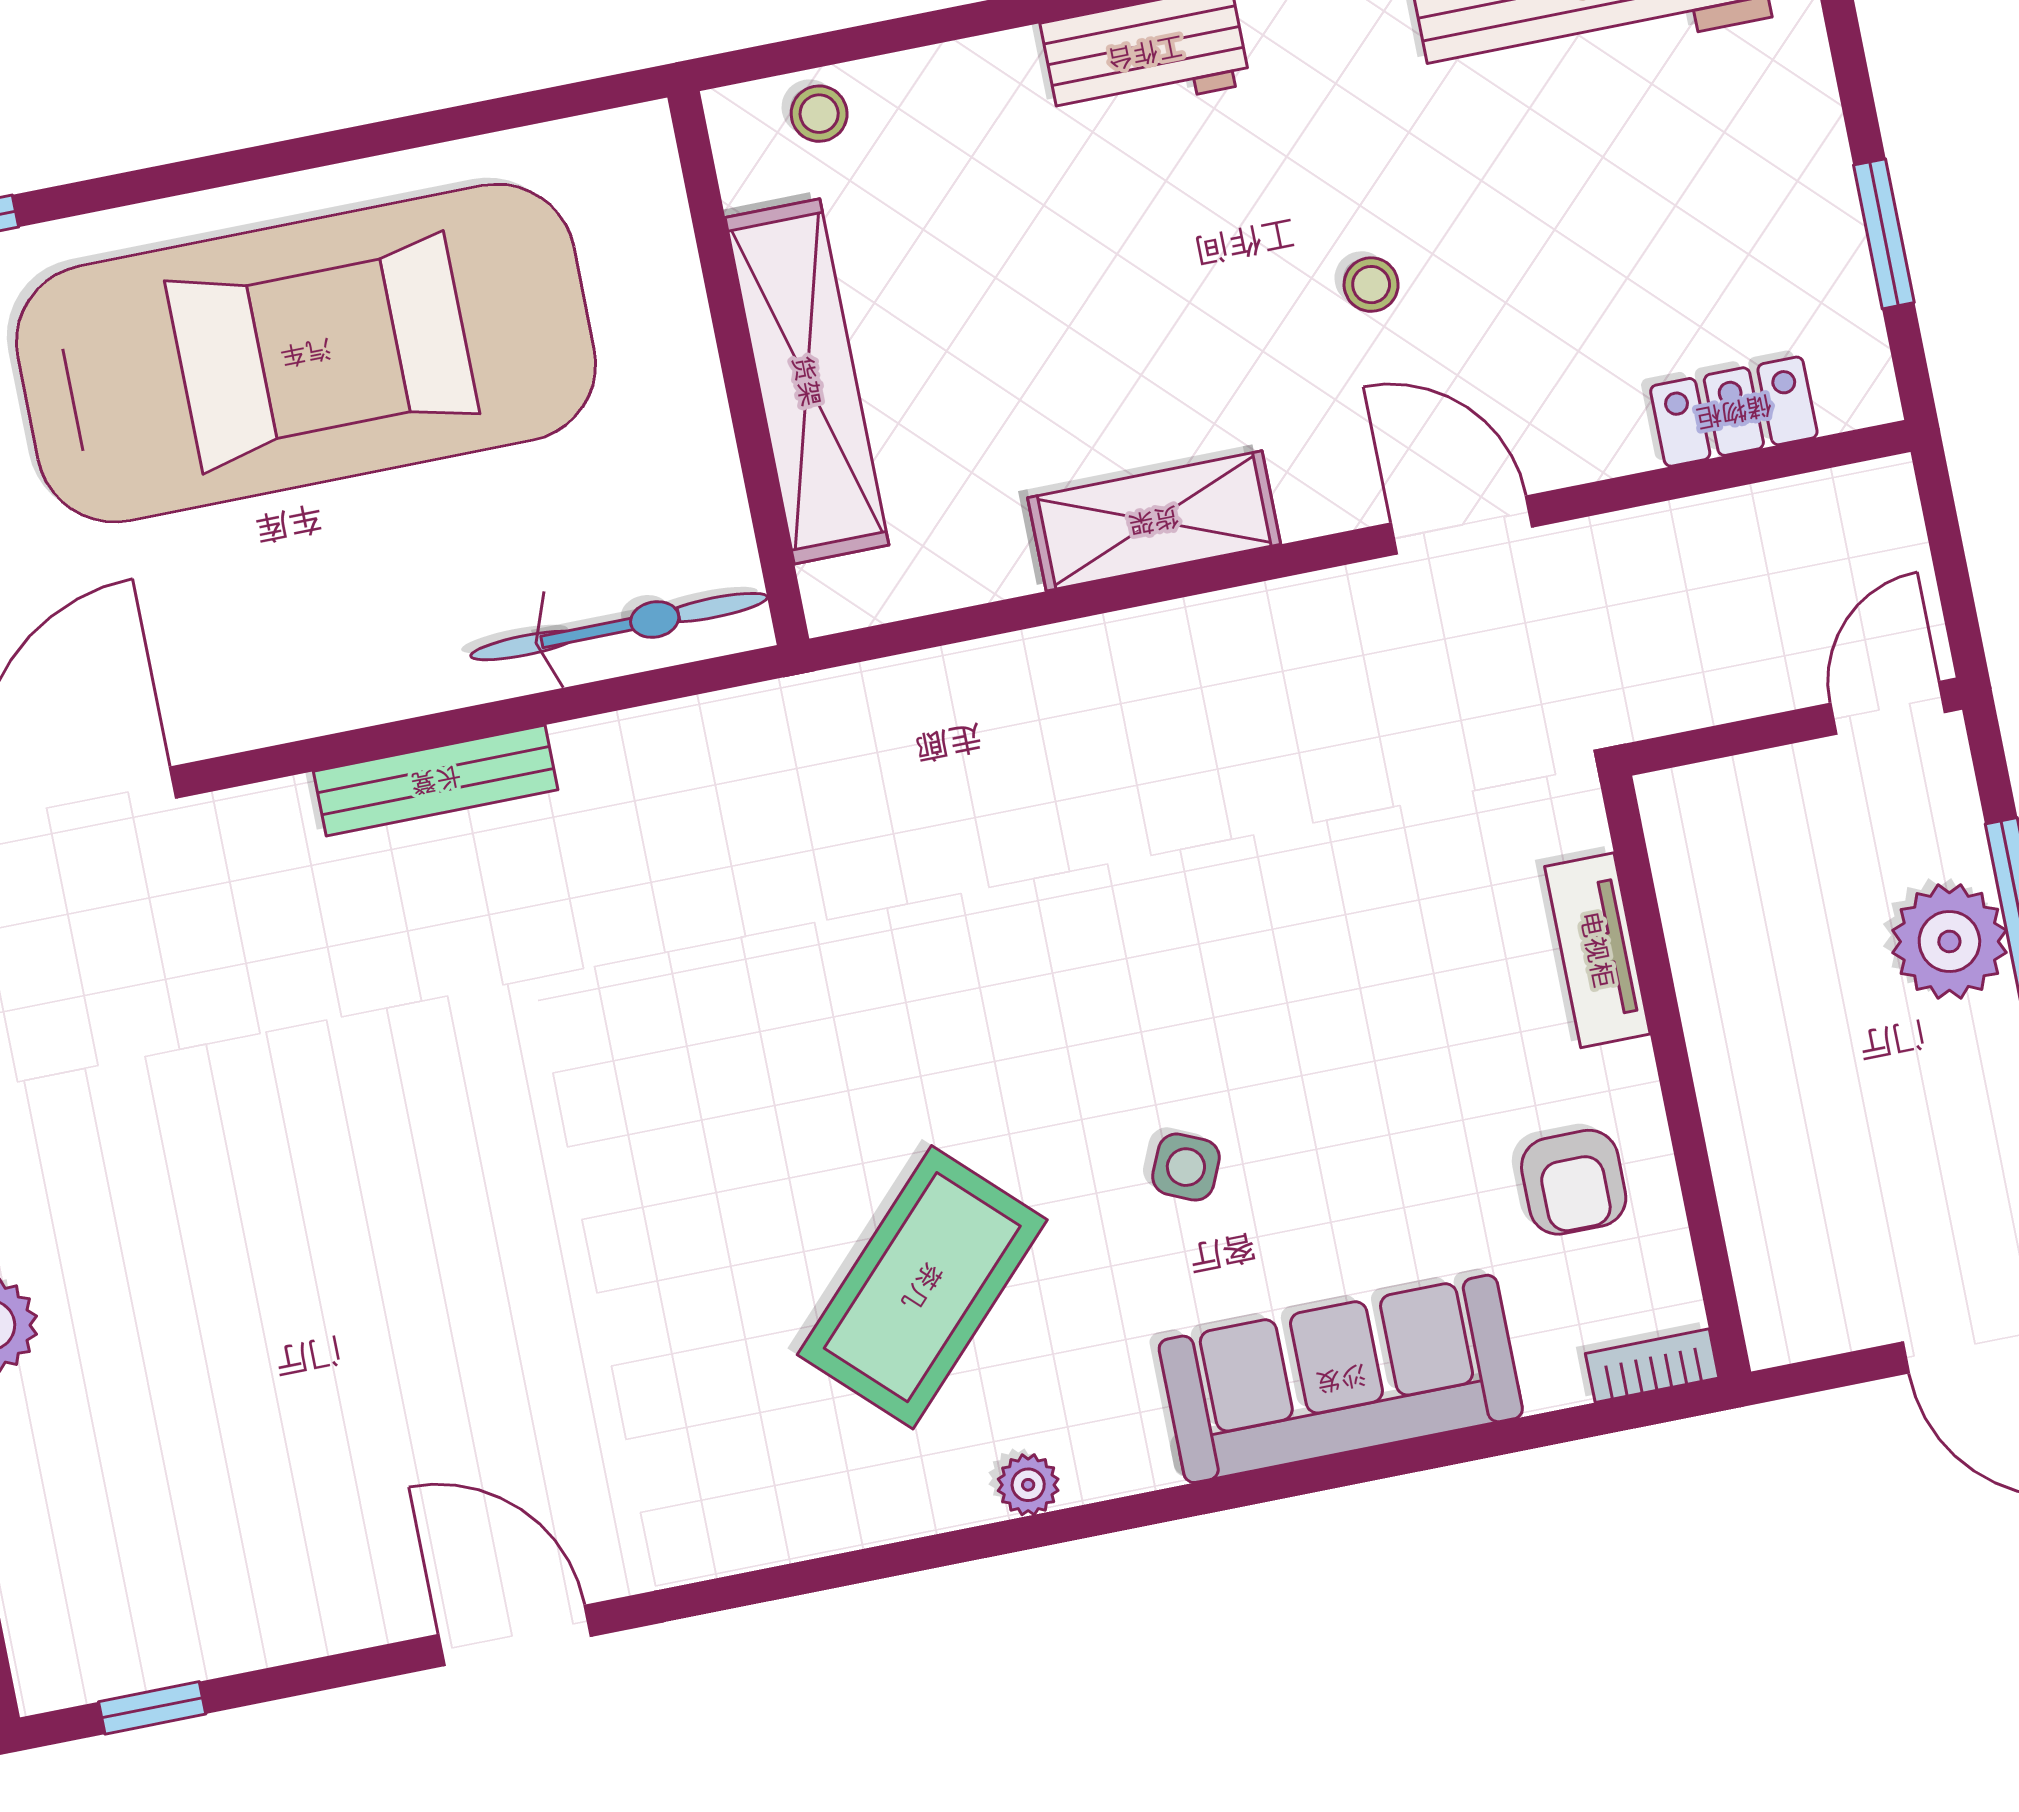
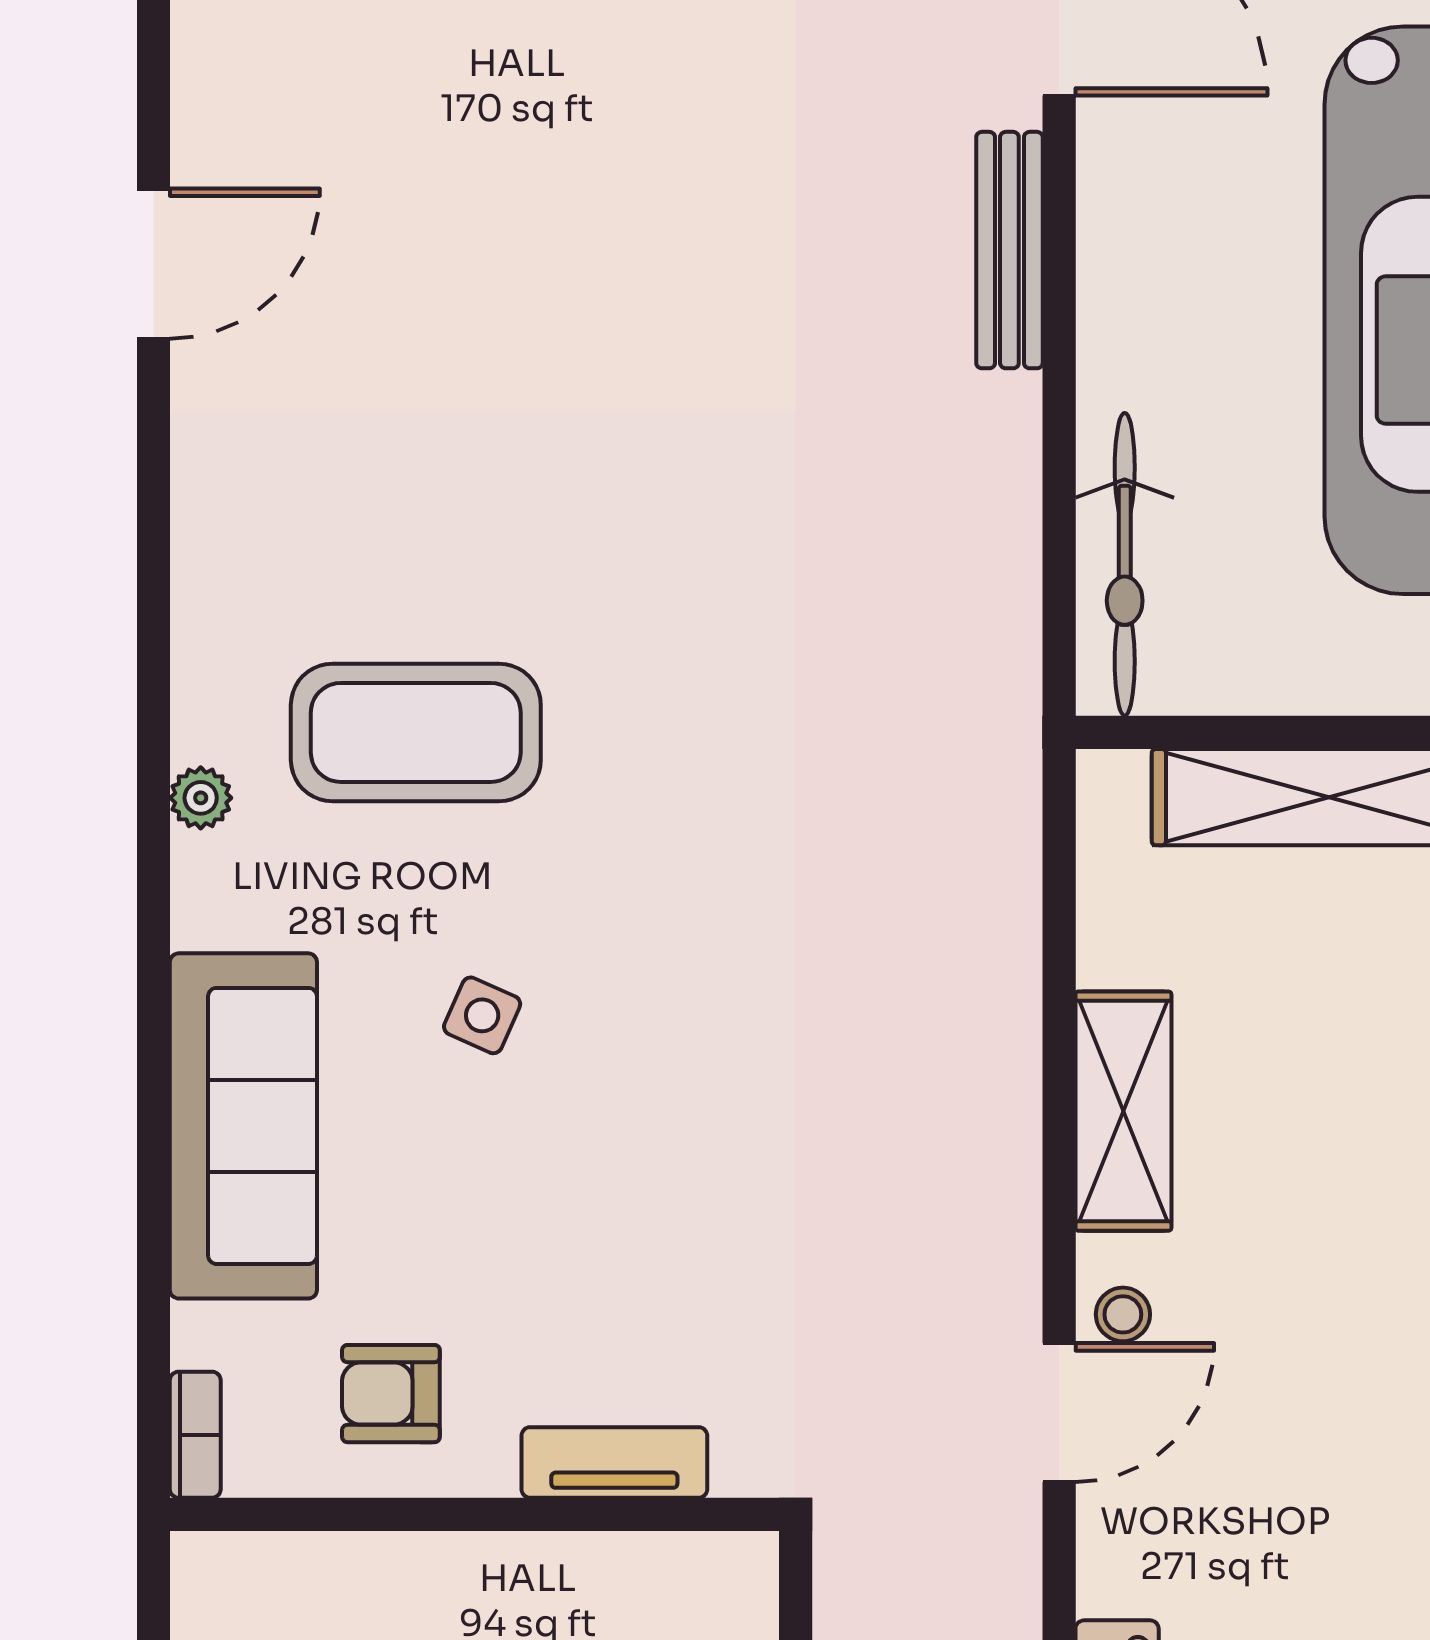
stool: (1371, 285) -> (1123, 1314), moved
bench: (436, 780) -> (1009, 250), moved
coffee table: (922, 1287) -> (416, 732), turned -44

